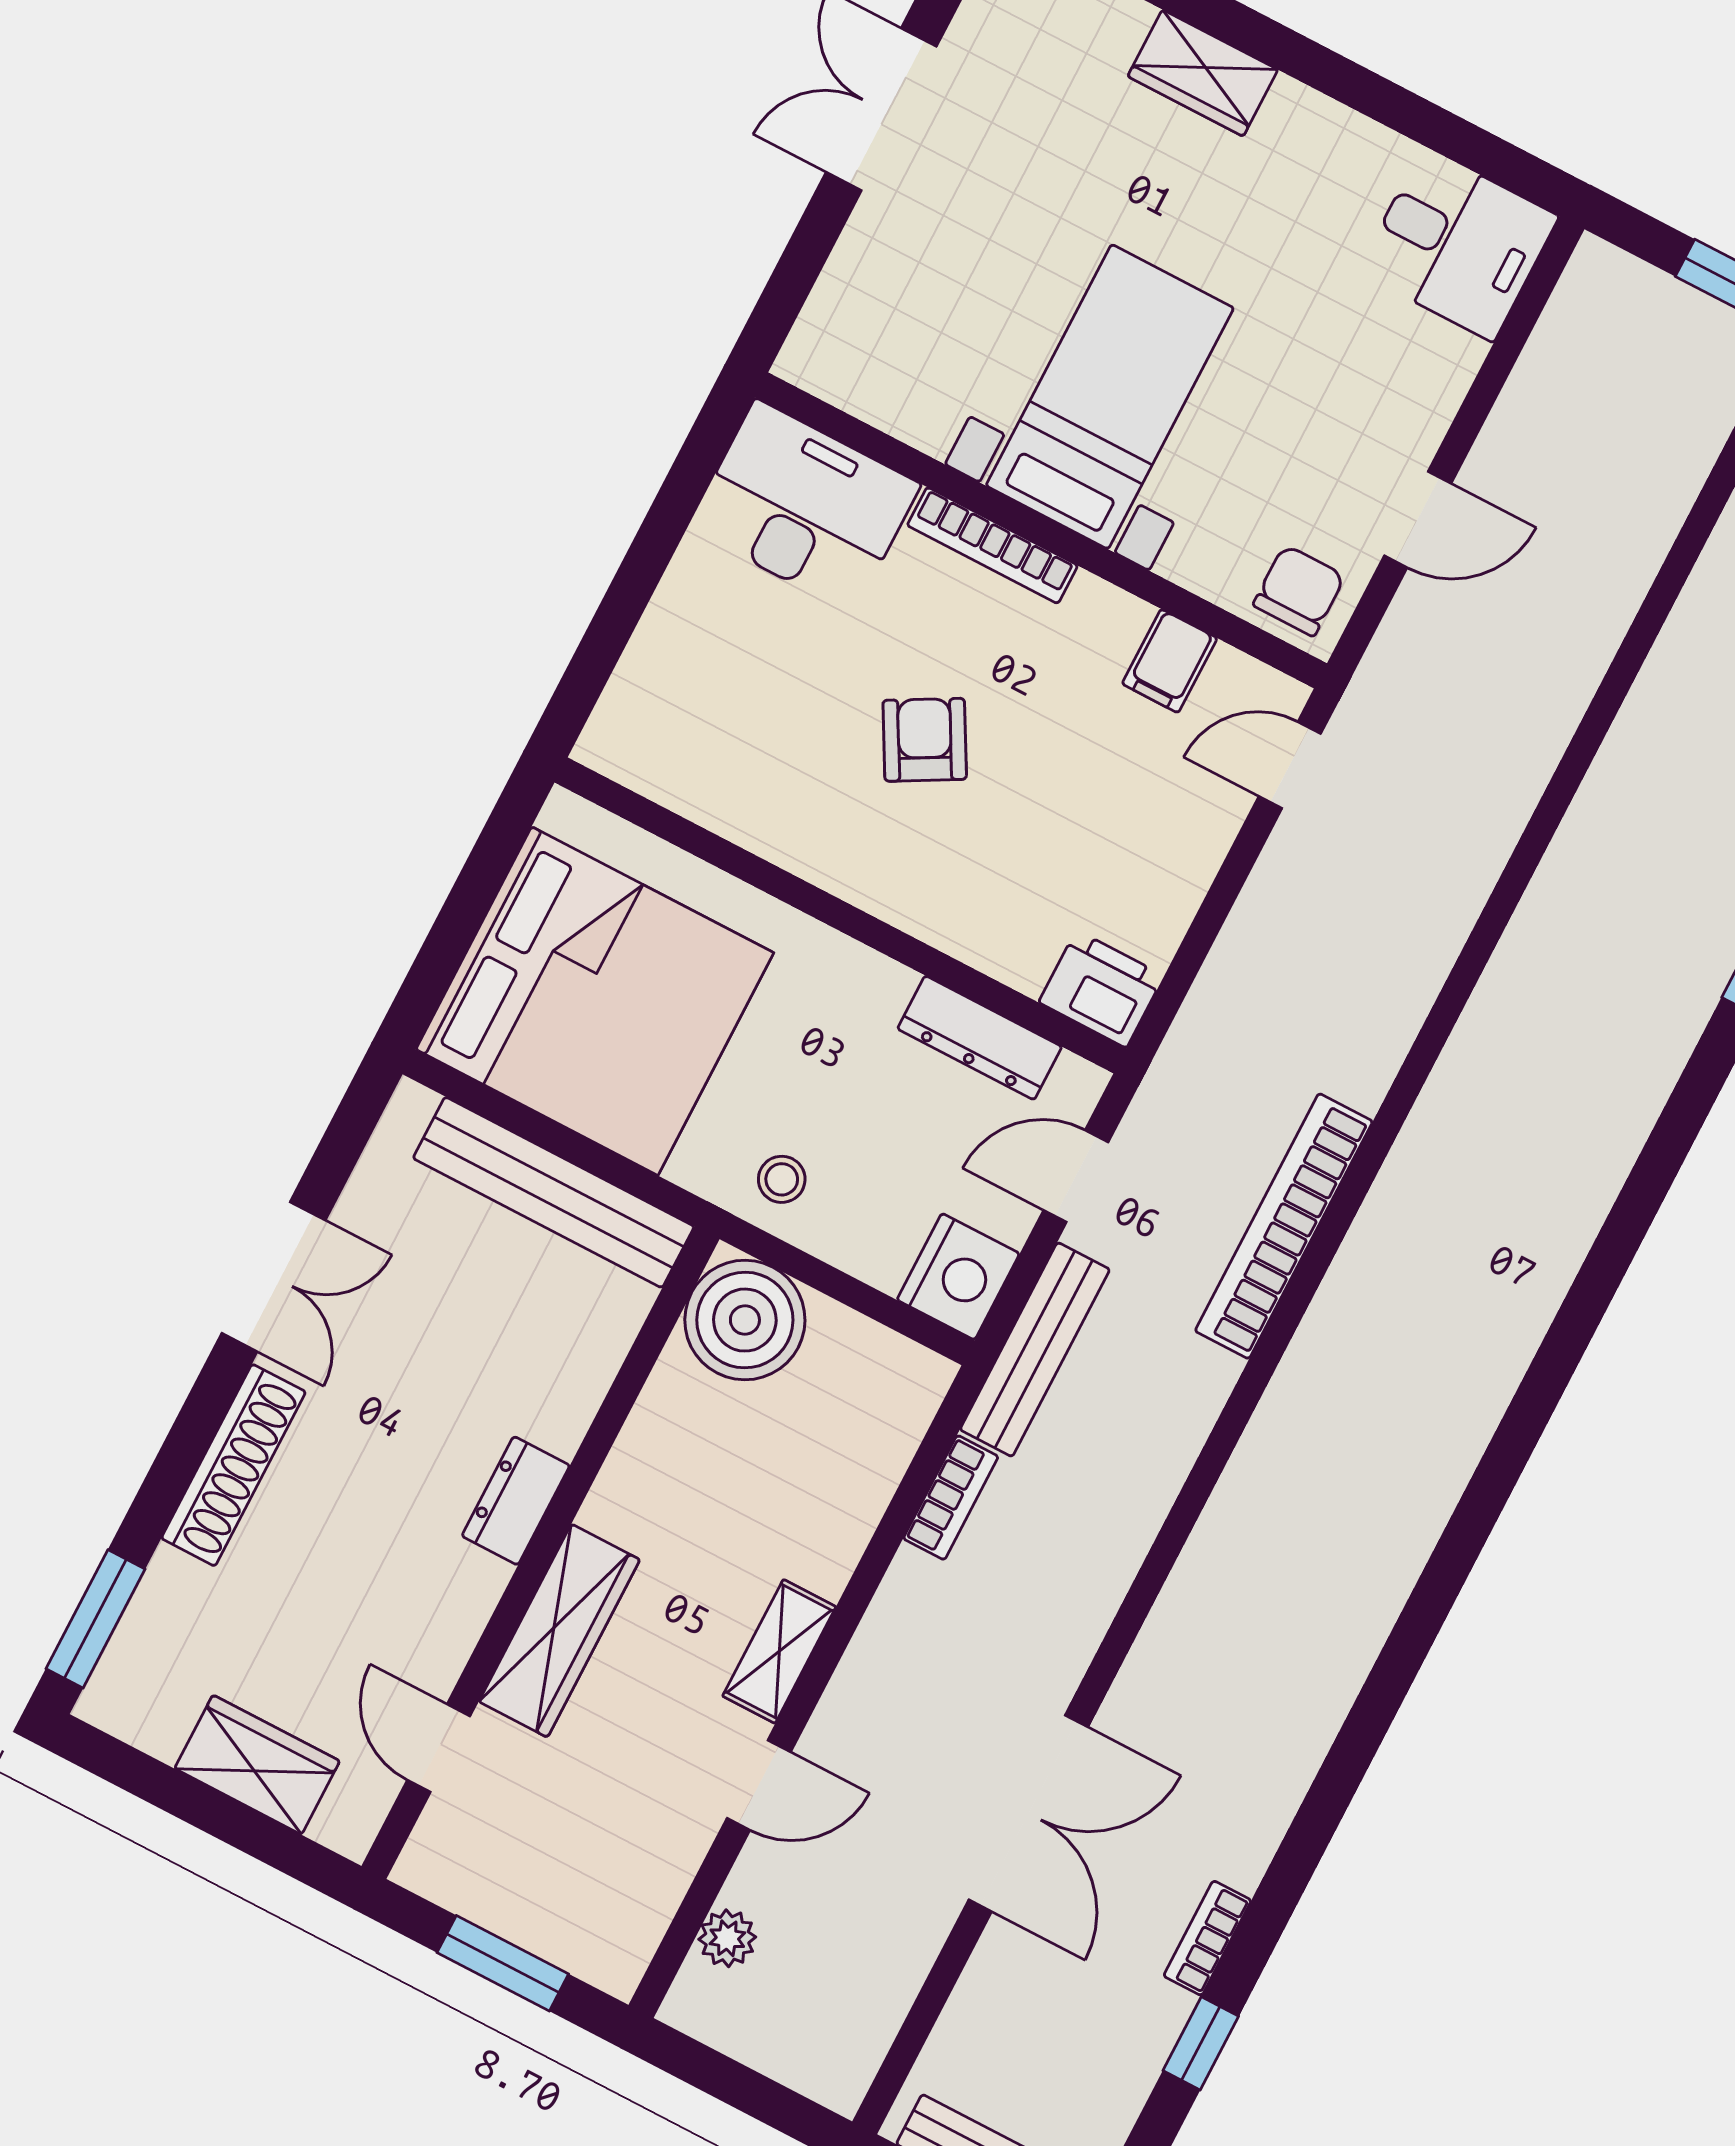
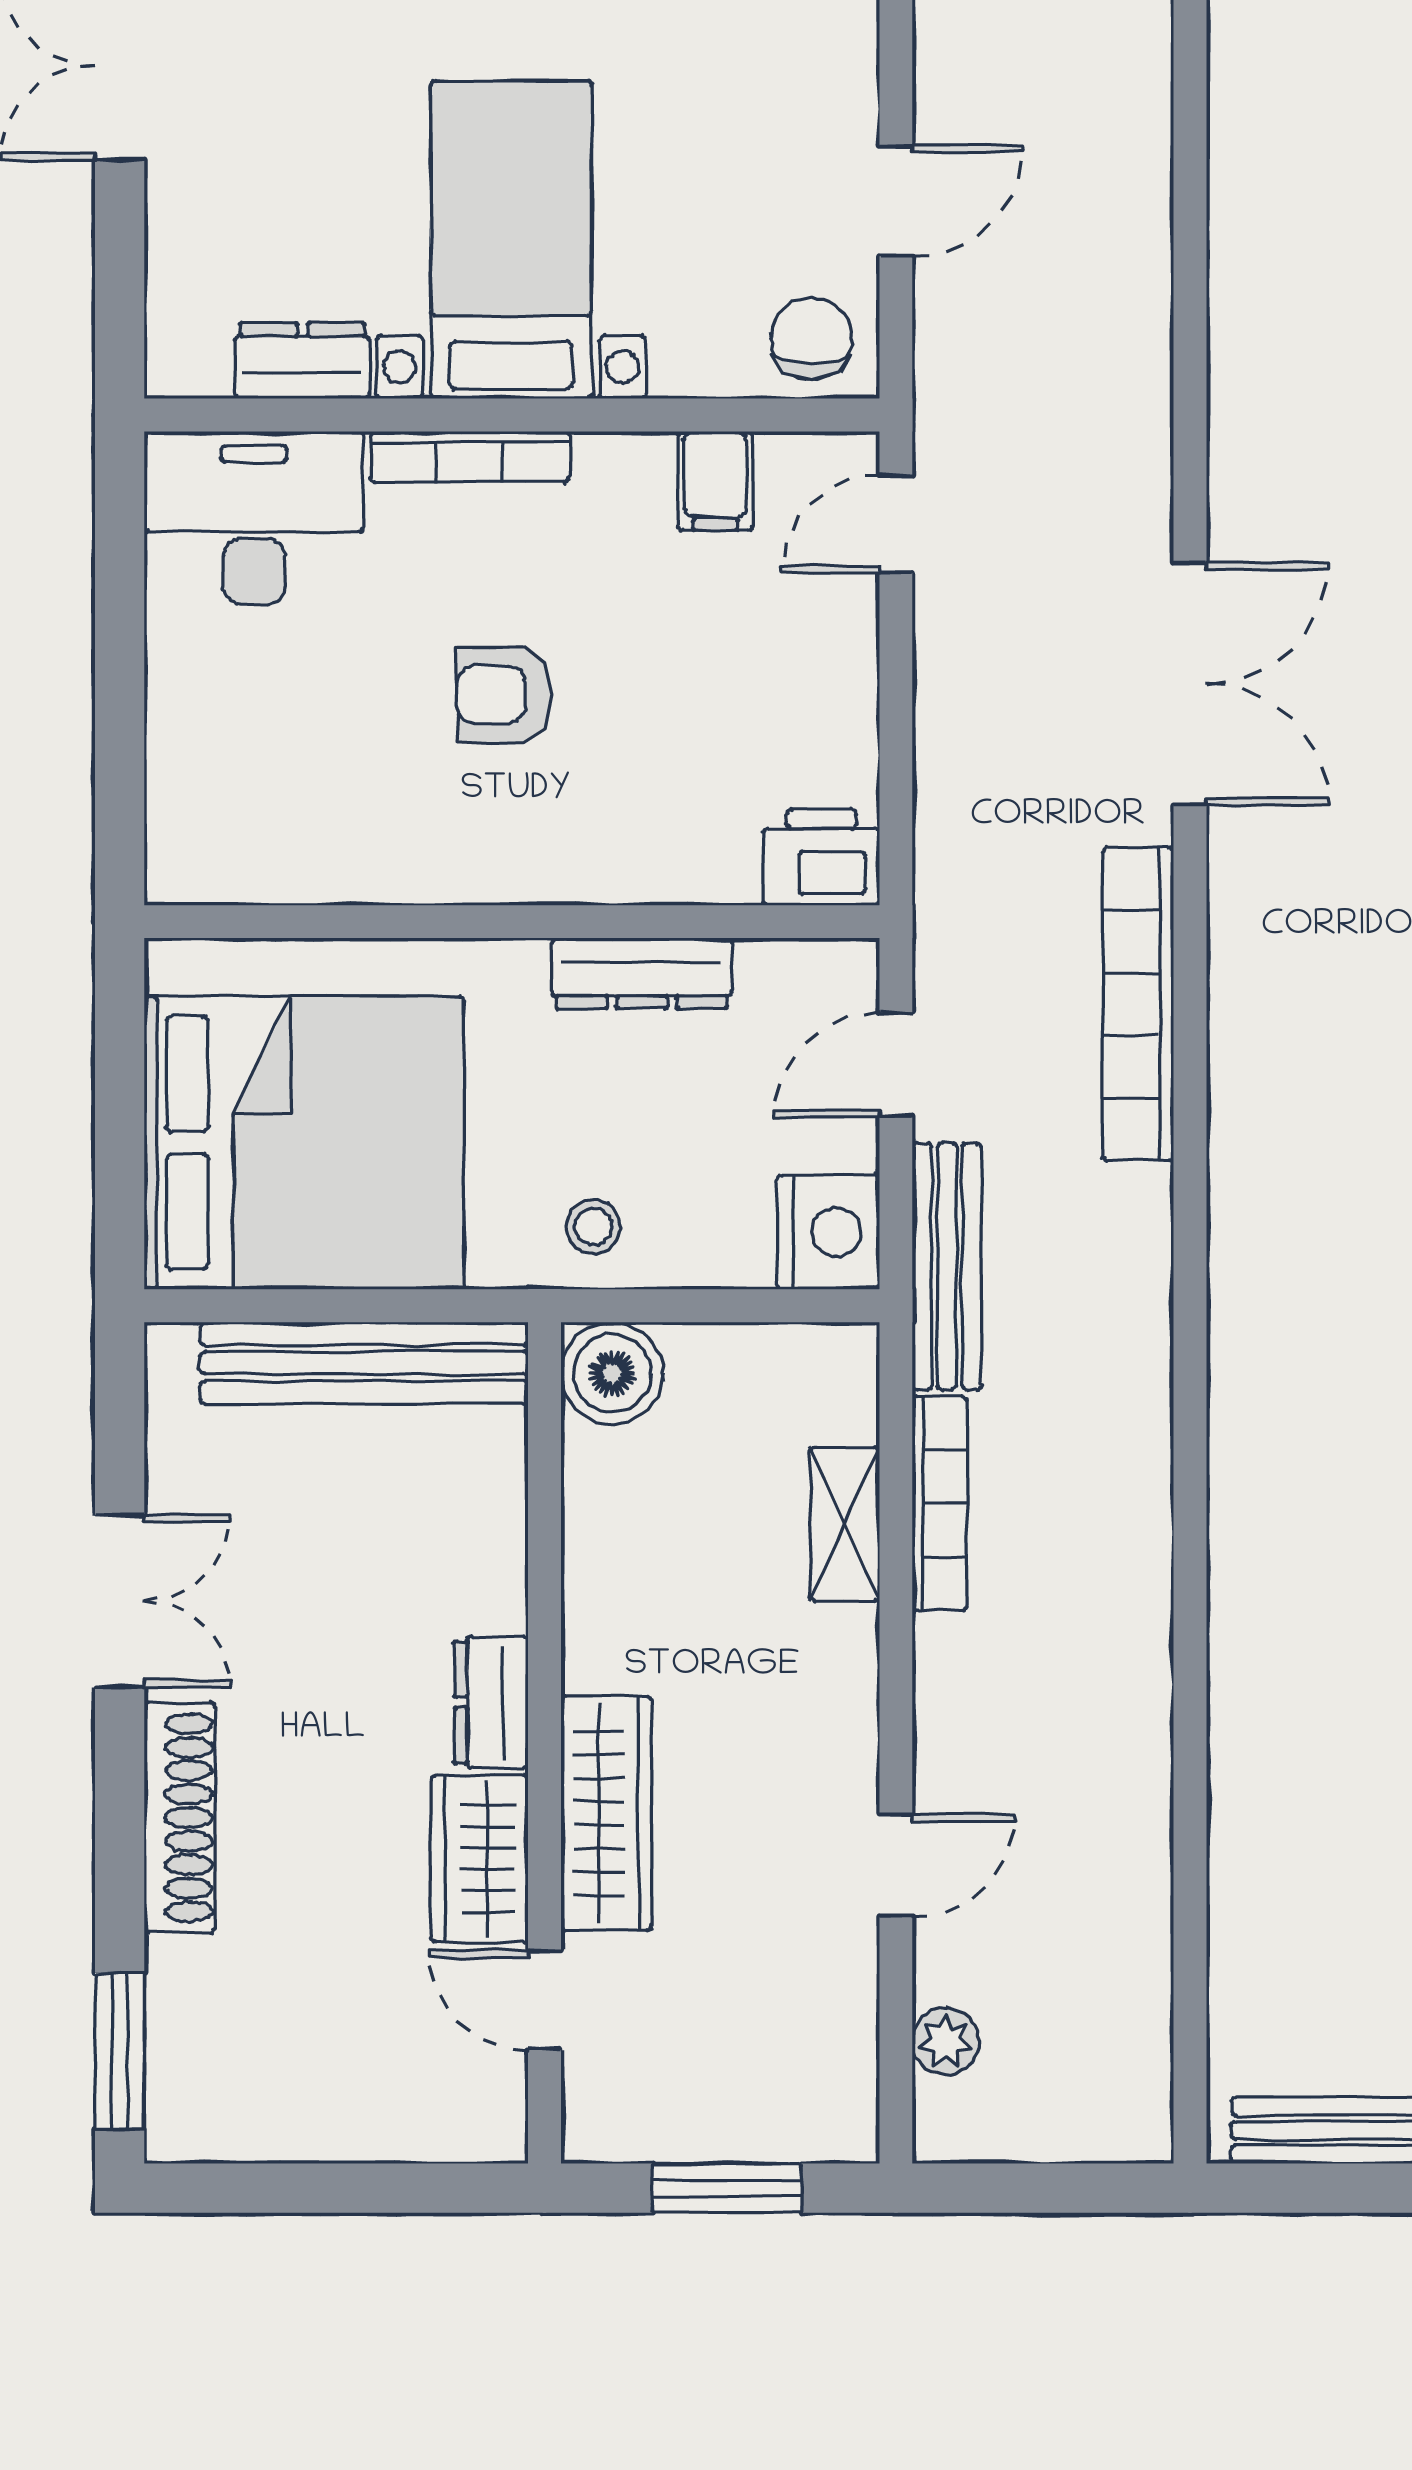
dresser: (903, 406) -> (303, 361), added
armchair: (925, 740) -> (504, 695), turned -61
dresser: (980, 1038) -> (642, 973), moved
boiler: (745, 1320) -> (612, 1373), width x0.73, depth x0.73
bookcase: (951, 1498) -> (940, 1503), width x1.56
shelving: (779, 1651) -> (845, 1524), moved
wardrobe: (257, 1765) -> (480, 1859), moved, turned -90
double door: (1028, 1813) -> (1190, 684), moved

